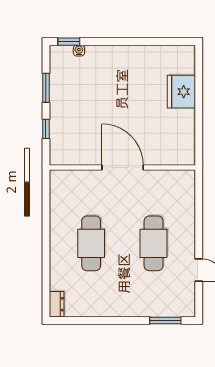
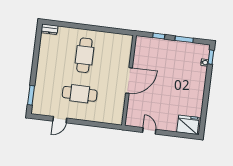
fridge: (181, 92) -> (188, 125), moved
door: (199, 125) -> (149, 131), added
cafe table: (91, 243) -> (84, 55), turned 90

